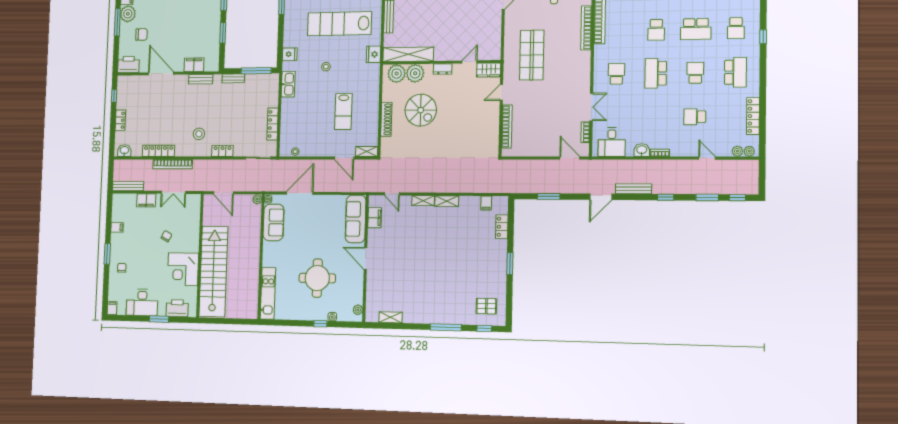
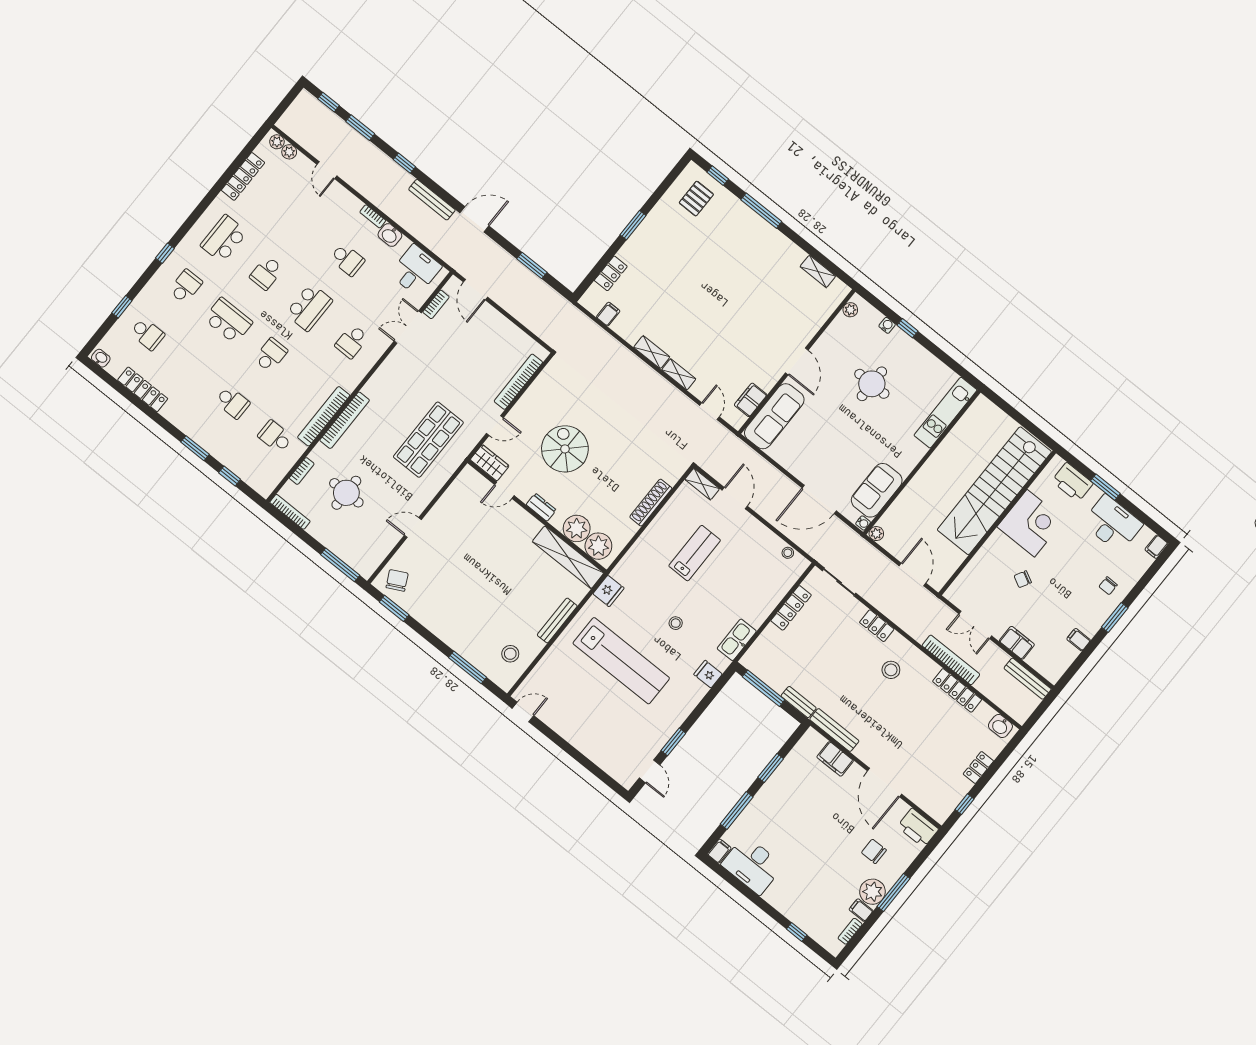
bench: (201, 79) -> (834, 730), width x1.36
spiral stairs: (421, 110) -> (565, 449), moved
school desk: (695, 117) -> (347, 260), moved
double door: (173, 192) -> (975, 625), swing flipped
round table: (317, 278) -> (872, 384), width x0.73, depth x0.73
pallet: (486, 306) -> (696, 199), turned 90

